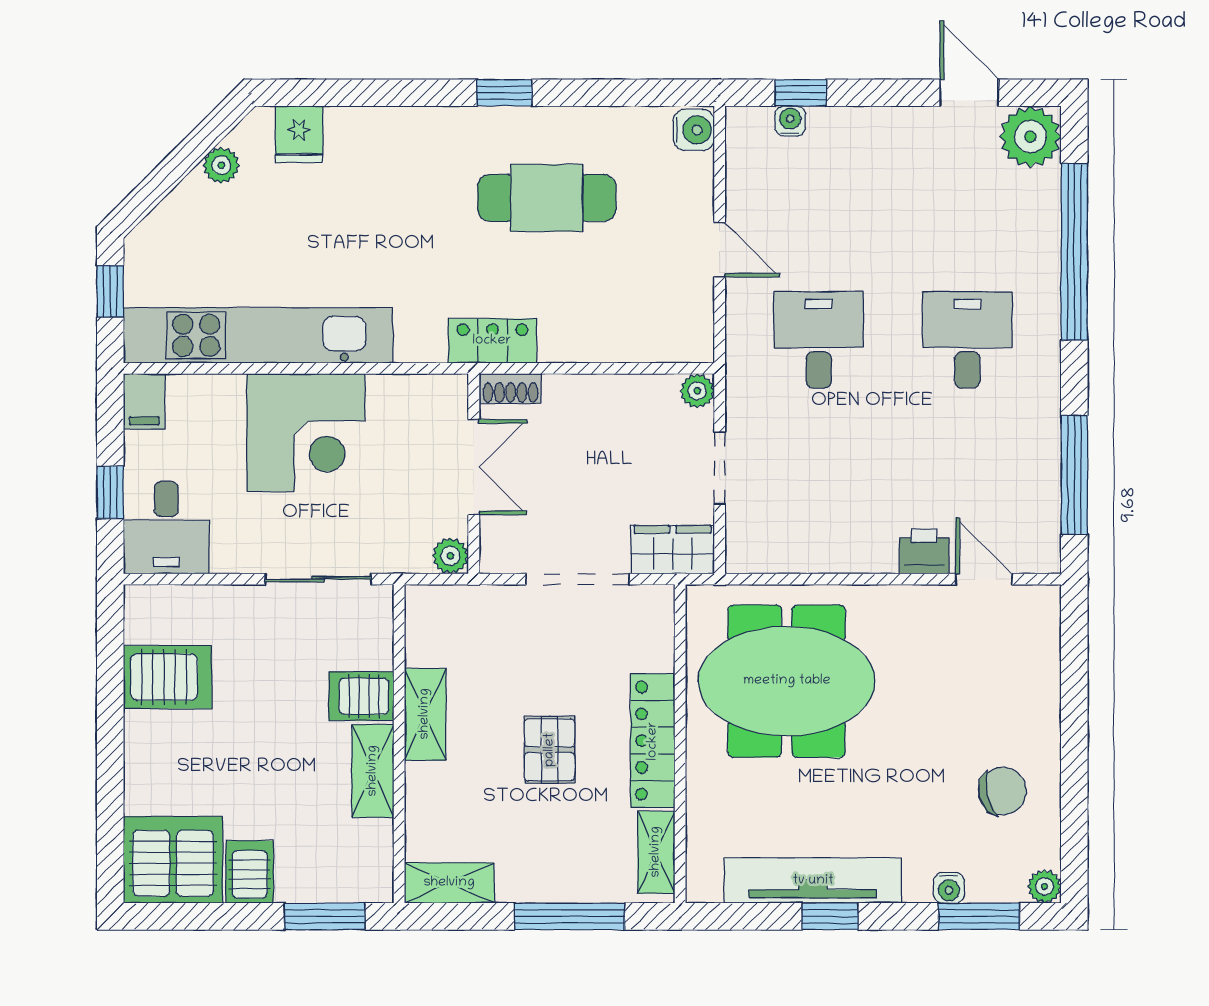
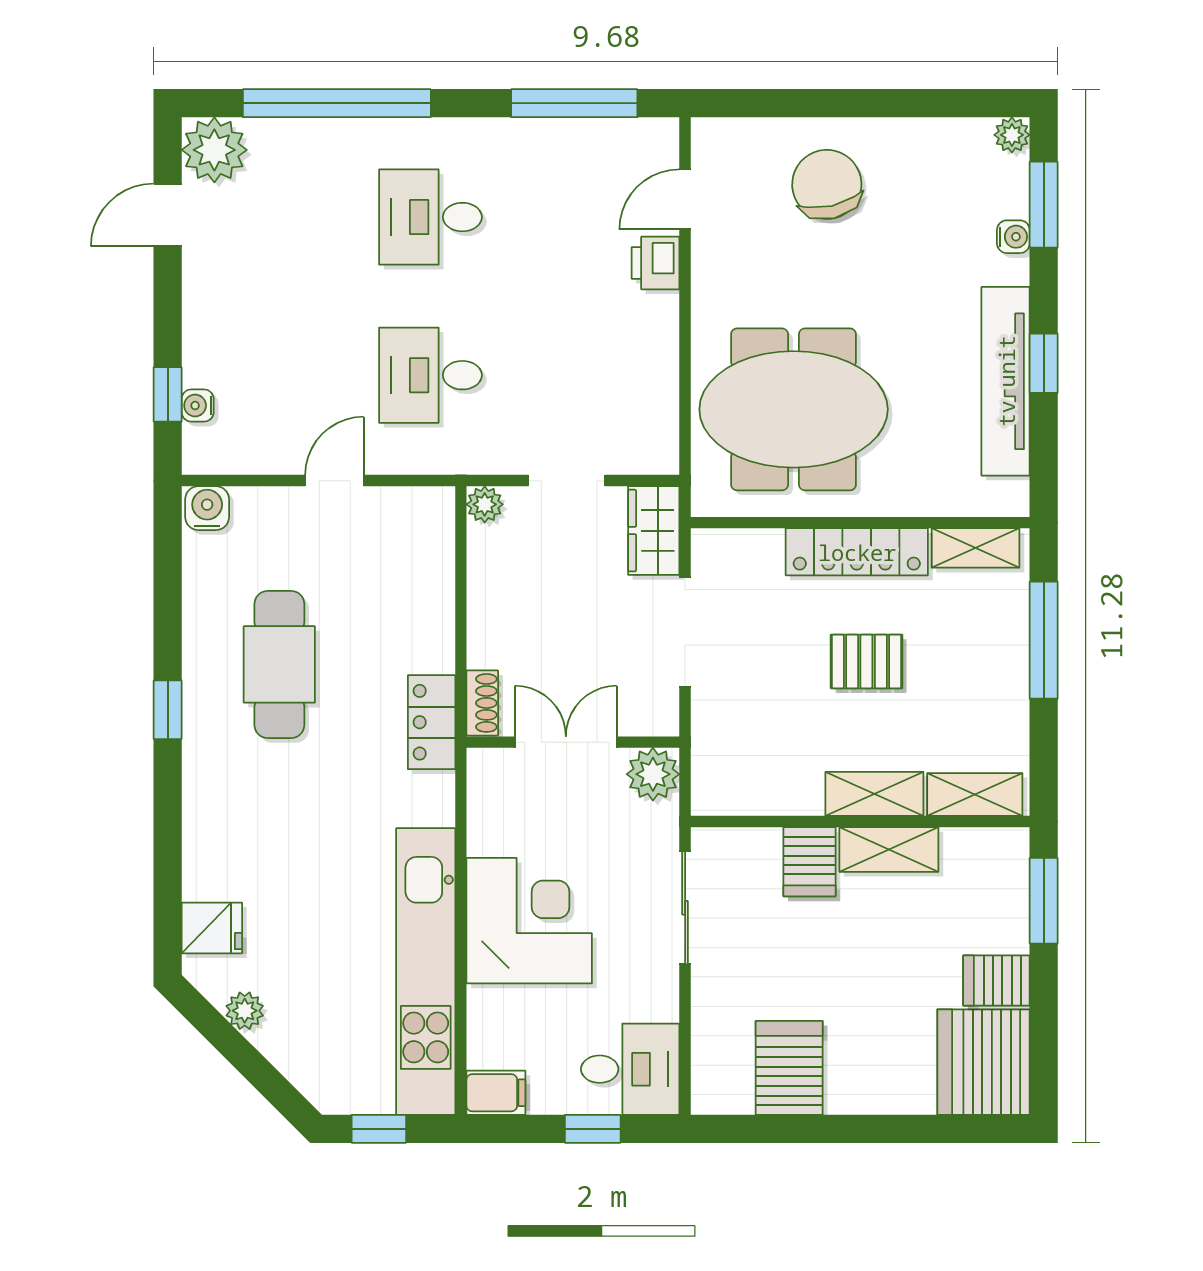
plant: (450, 556) -> (653, 774), width x1.38, depth x1.38
meeting table: (787, 681) -> (794, 409), turned 90
shelving: (425, 714) -> (874, 794), moved
chair: (1002, 791) -> (827, 184), moved, width x1.37, depth x1.37
shelving: (449, 883) -> (975, 794), moved, turned 90

